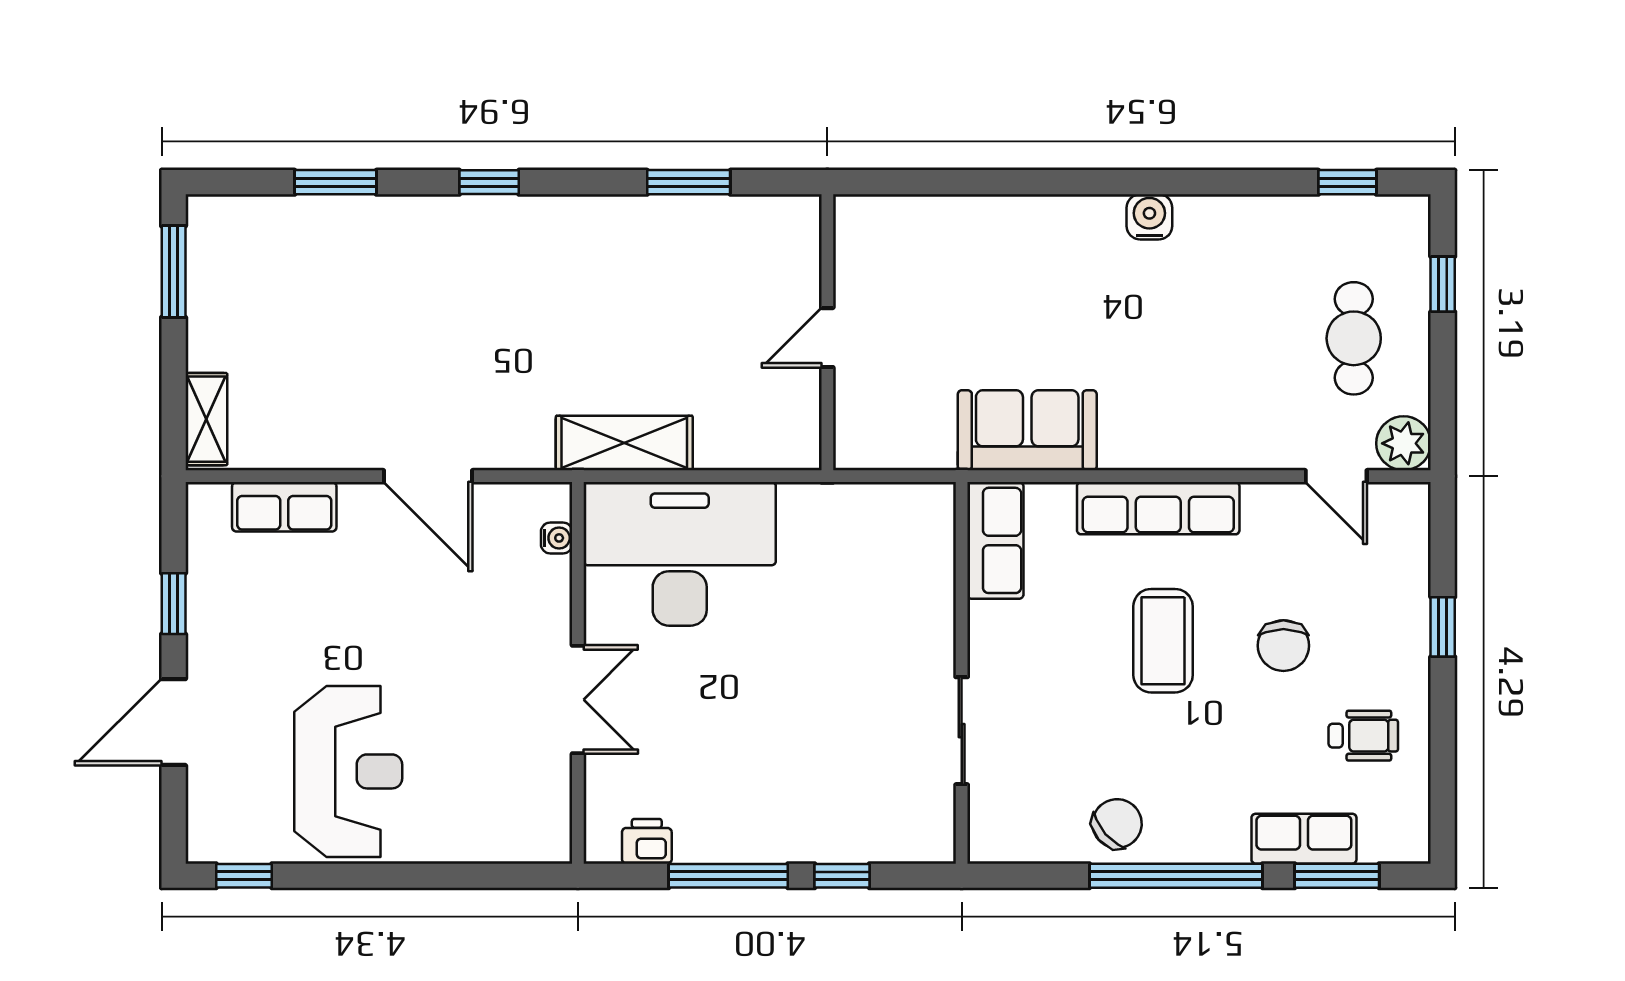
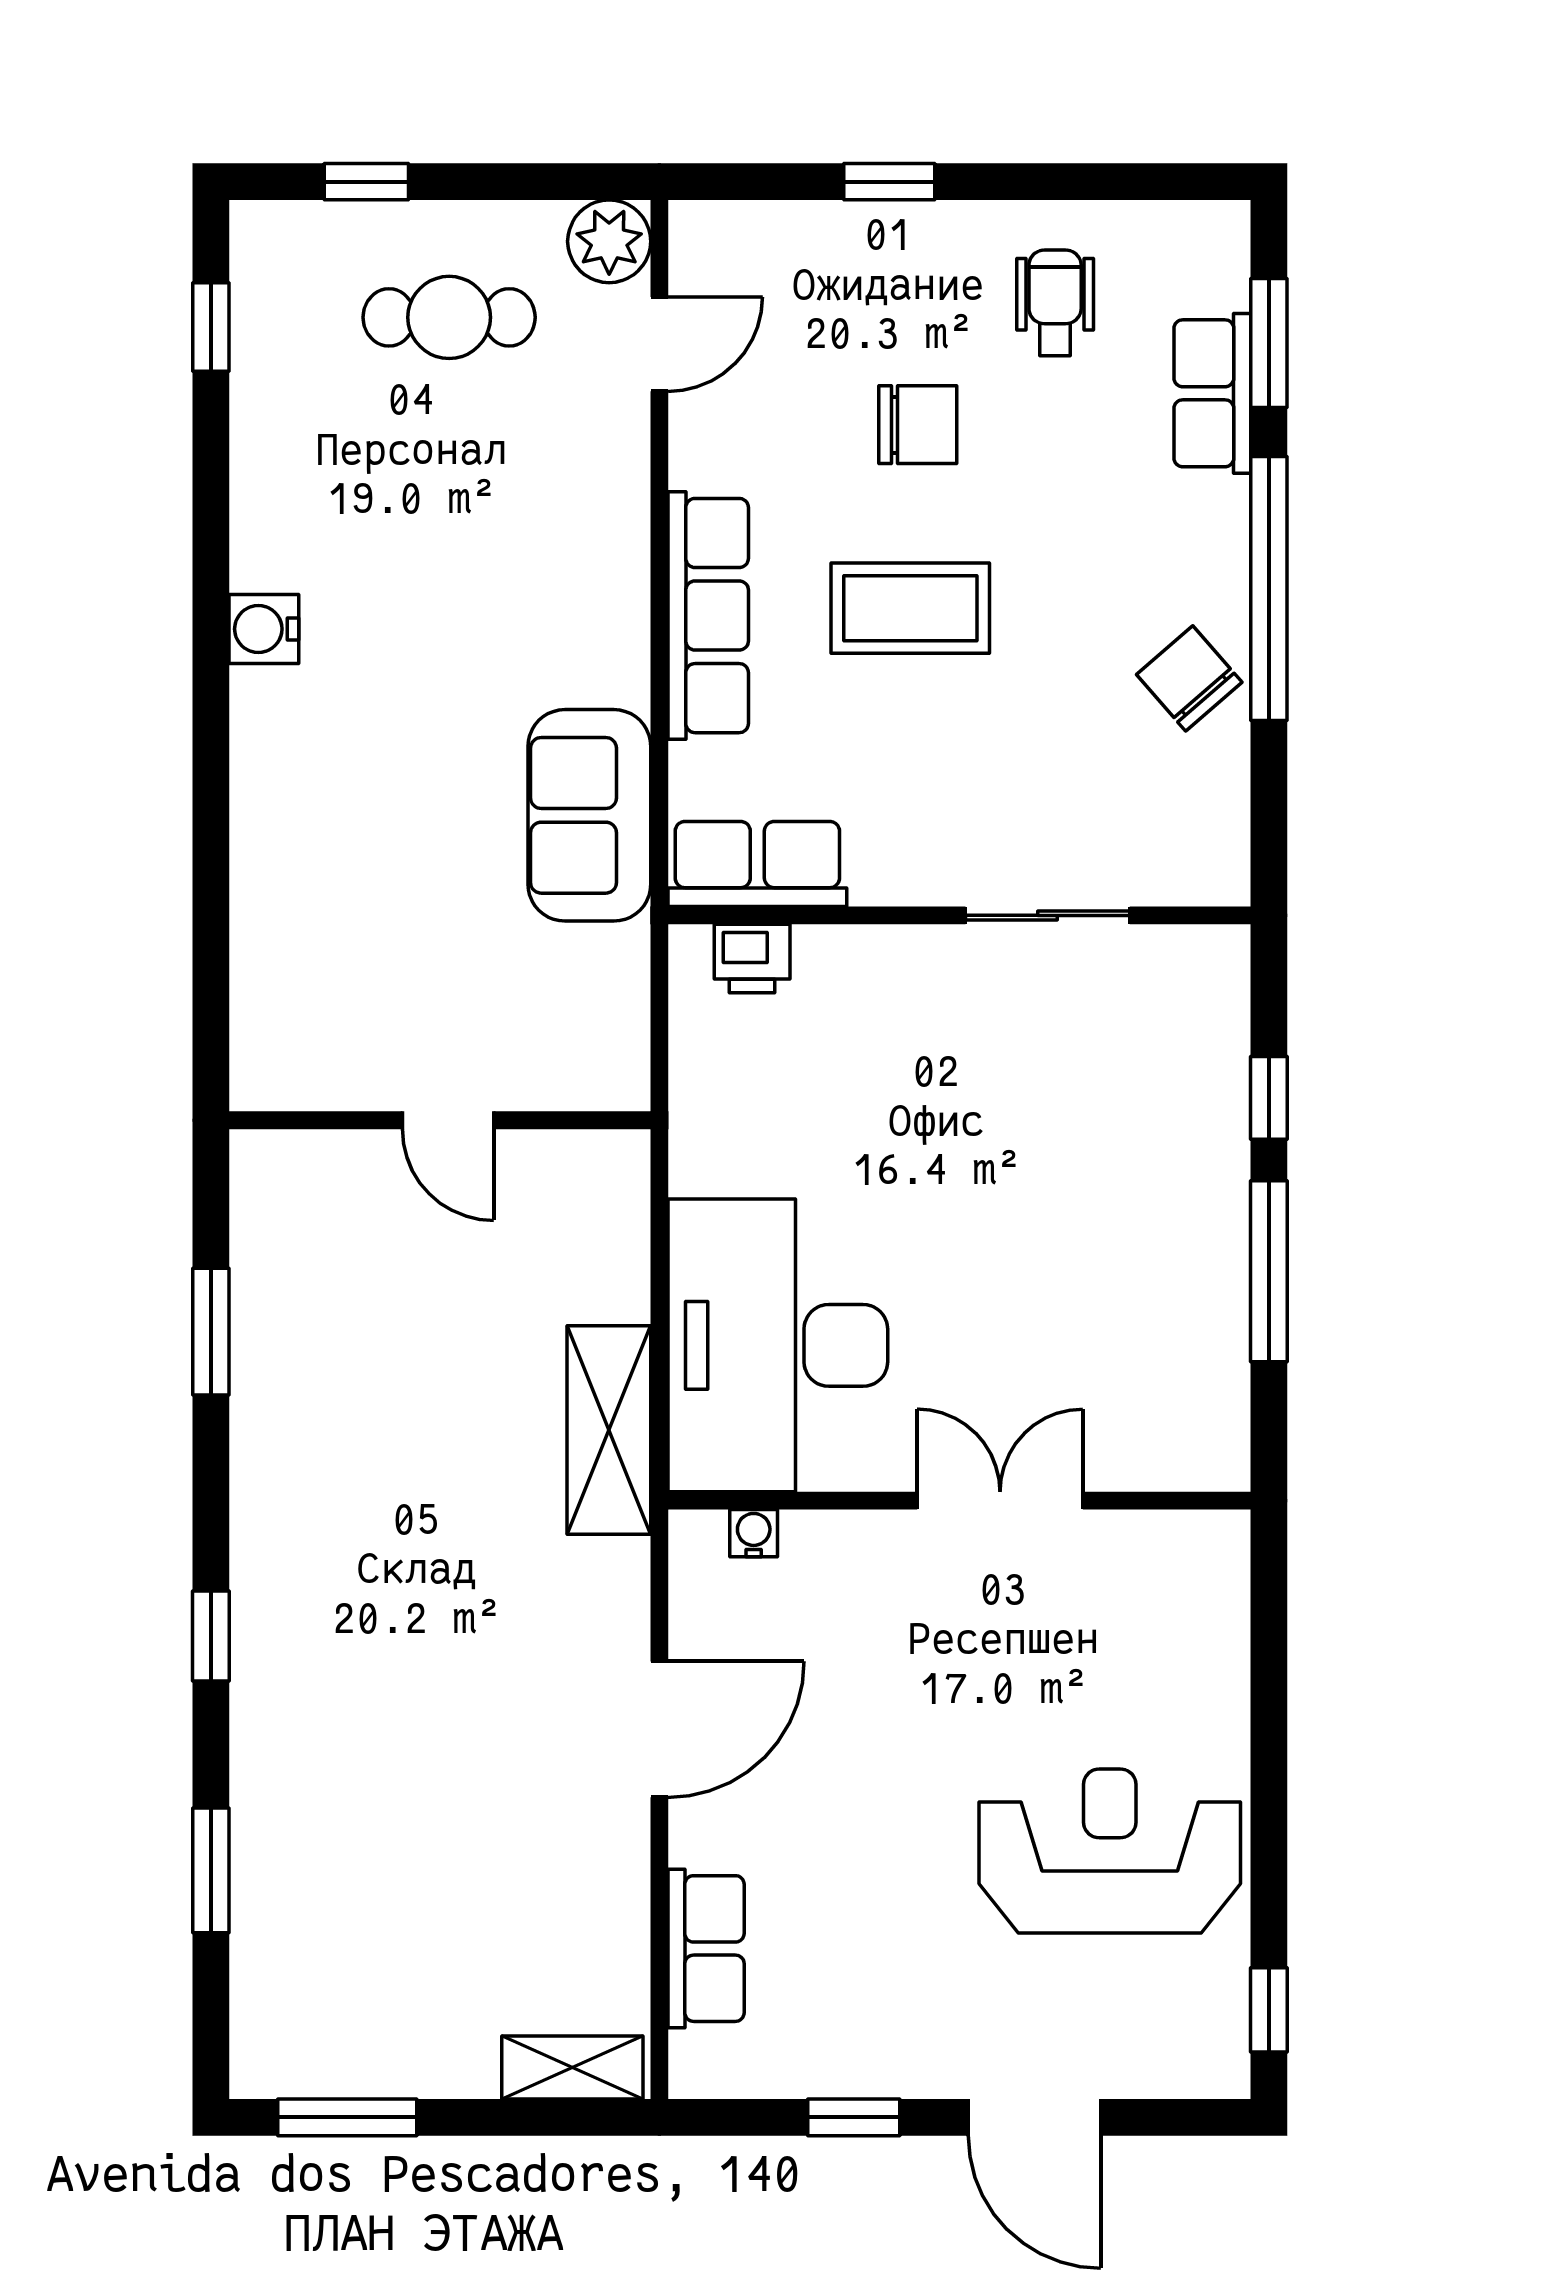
printer: (647, 841) -> (752, 958), moved, turned -90

